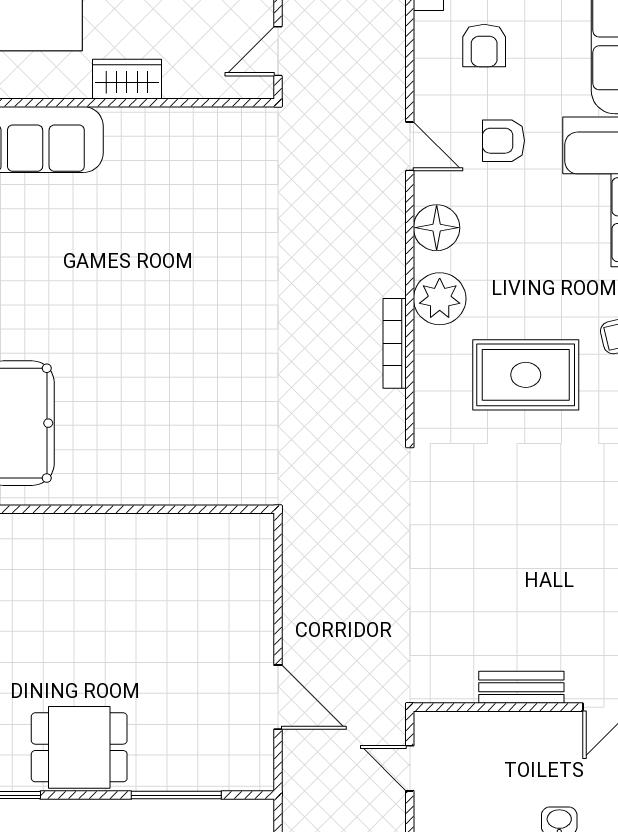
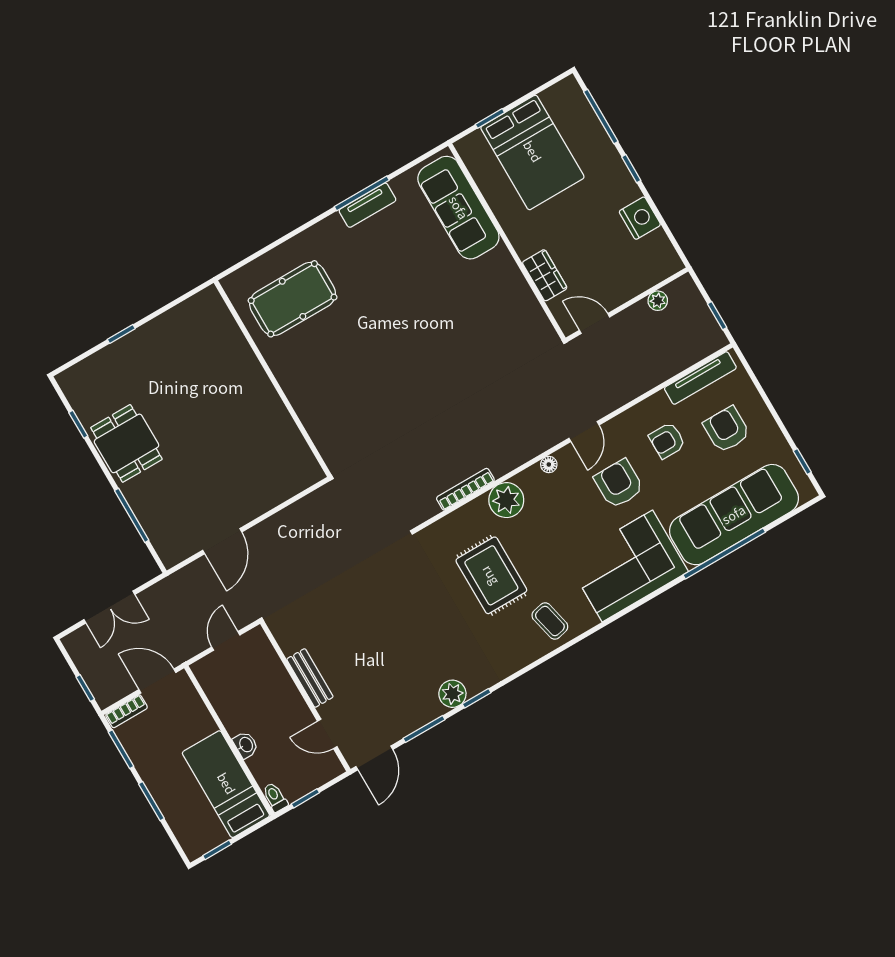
wardrobe: (127, 79) -> (545, 275), moved
armchair: (504, 141) -> (619, 484), width x1.38, depth x1.38
floor lamp: (437, 228) -> (549, 464), width x0.53, depth x0.53

